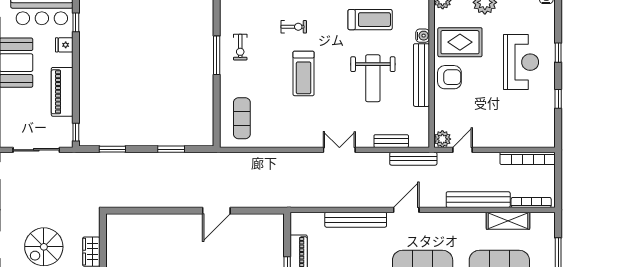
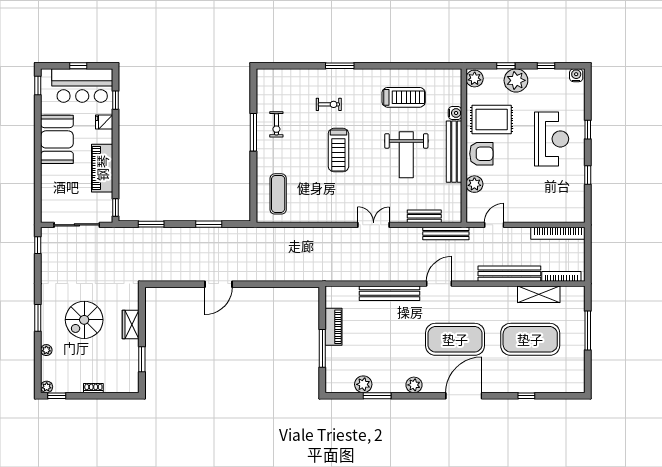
plant: (442, 139) -> (474, 184), moved
door: (216, 211) -> (219, 284), moved

